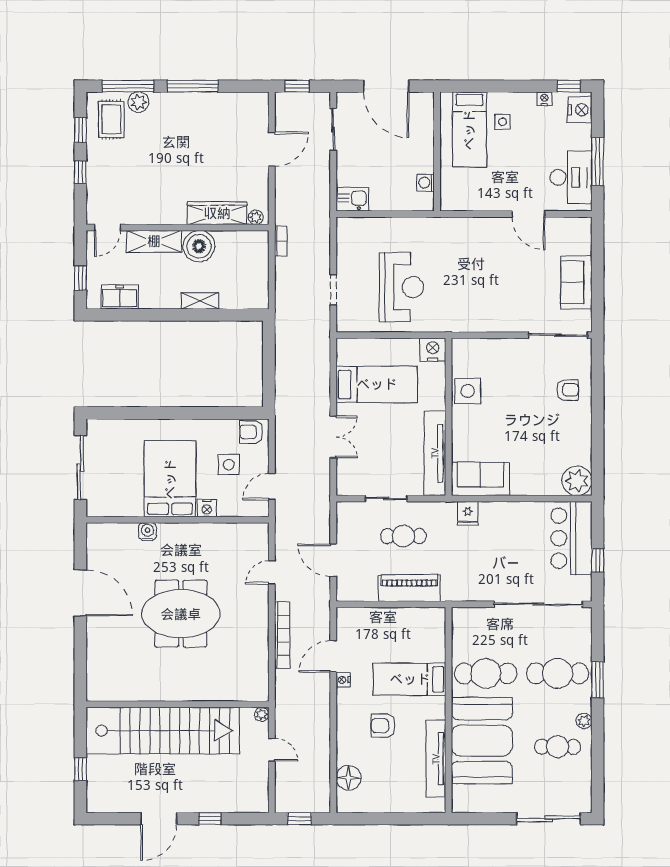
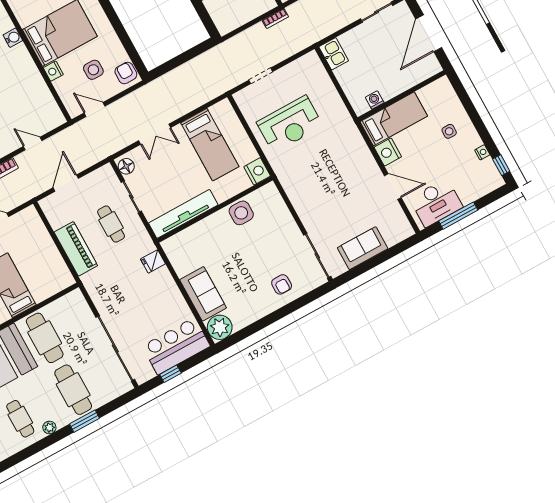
nightstand: (580, 110) -> (388, 152), moved, turned 90
bed: (469, 130) -> (394, 119), moved, turned 180
door: (528, 214) -> (393, 187), swing flipped
sofa: (480, 479) -> (203, 294), moved
floor lamp: (351, 486) -> (126, 166), added

